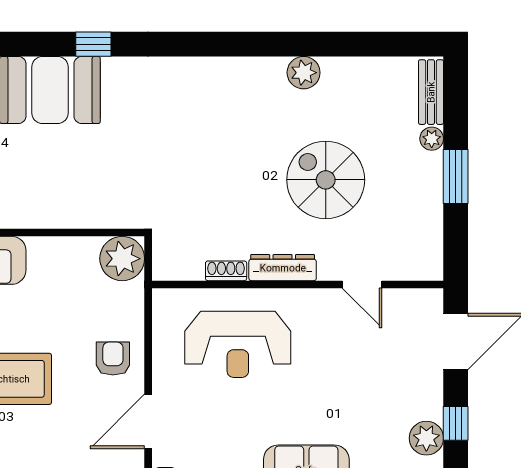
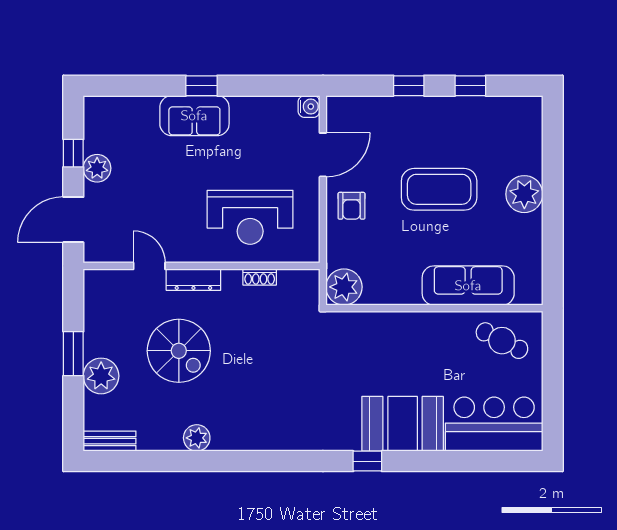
bench: (431, 92) -> (110, 441), moved, turned 90
plant: (432, 139) -> (101, 376), width x1.87, depth x1.87
dresser: (283, 268) -> (193, 280), moved
reception desk: (238, 344) -> (250, 217), turned 180
plant: (426, 438) -> (97, 168), moved

